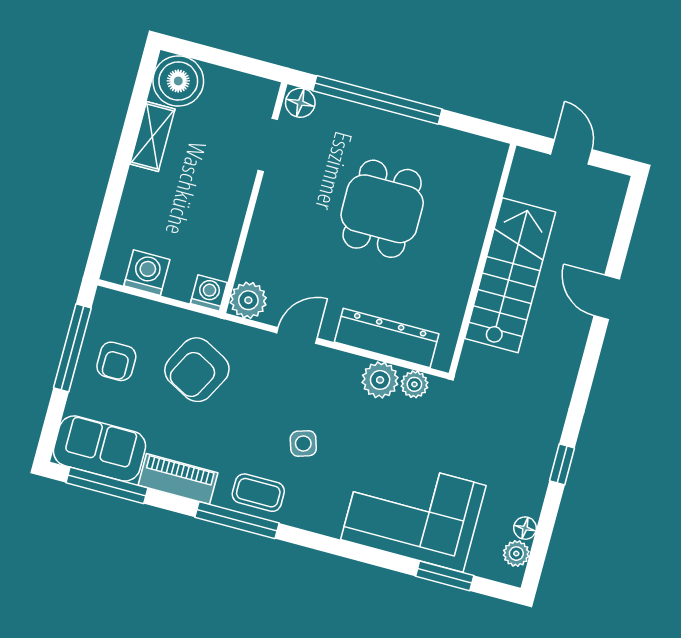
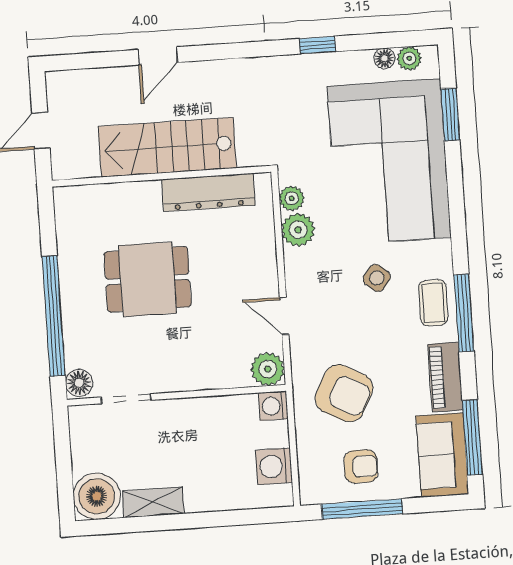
dresser: (387, 338) -> (208, 192), moved, turned -90
side table: (303, 443) -> (377, 278), turned -33
corner sofa: (413, 512) -> (389, 162), width x1.36, depth x1.36

